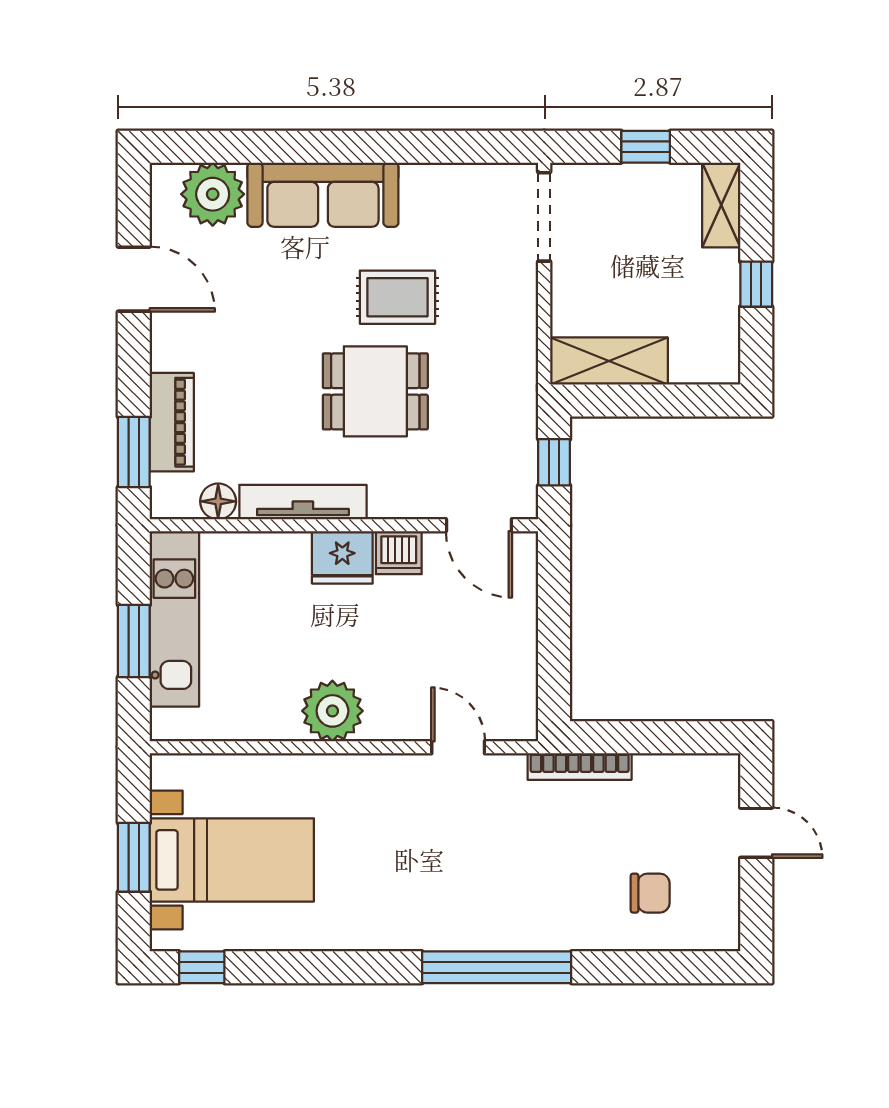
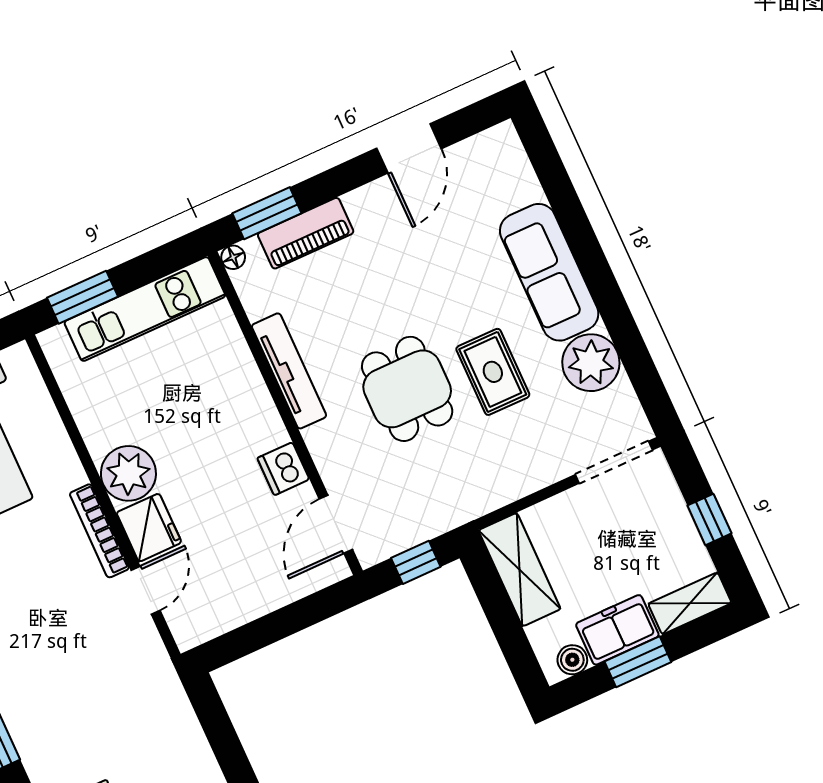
plant: (213, 194) -> (591, 363), moved
window: (756, 284) -> (638, 662), width x1.50
freezer: (715, 290) -> (617, 630), added
boiler: (724, 349) -> (572, 660), added
floor lamp: (218, 501) -> (233, 257), moved, width x0.73, depth x0.73
fridge: (342, 557) -> (149, 528), moved, turned 180
window: (134, 641) -> (82, 297), moved
bookcase: (580, 767) -> (99, 531), moved

